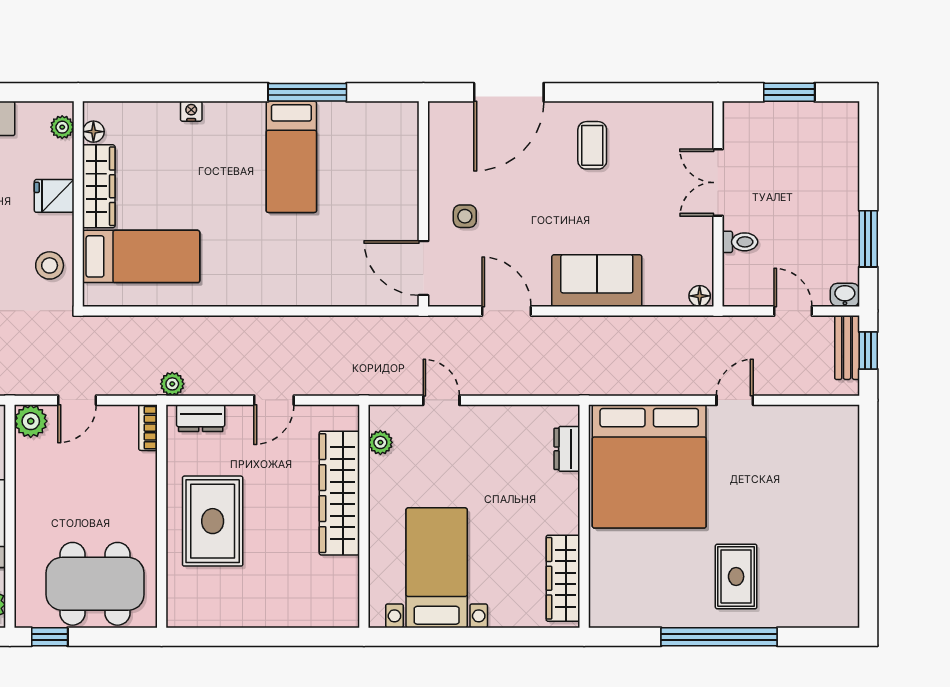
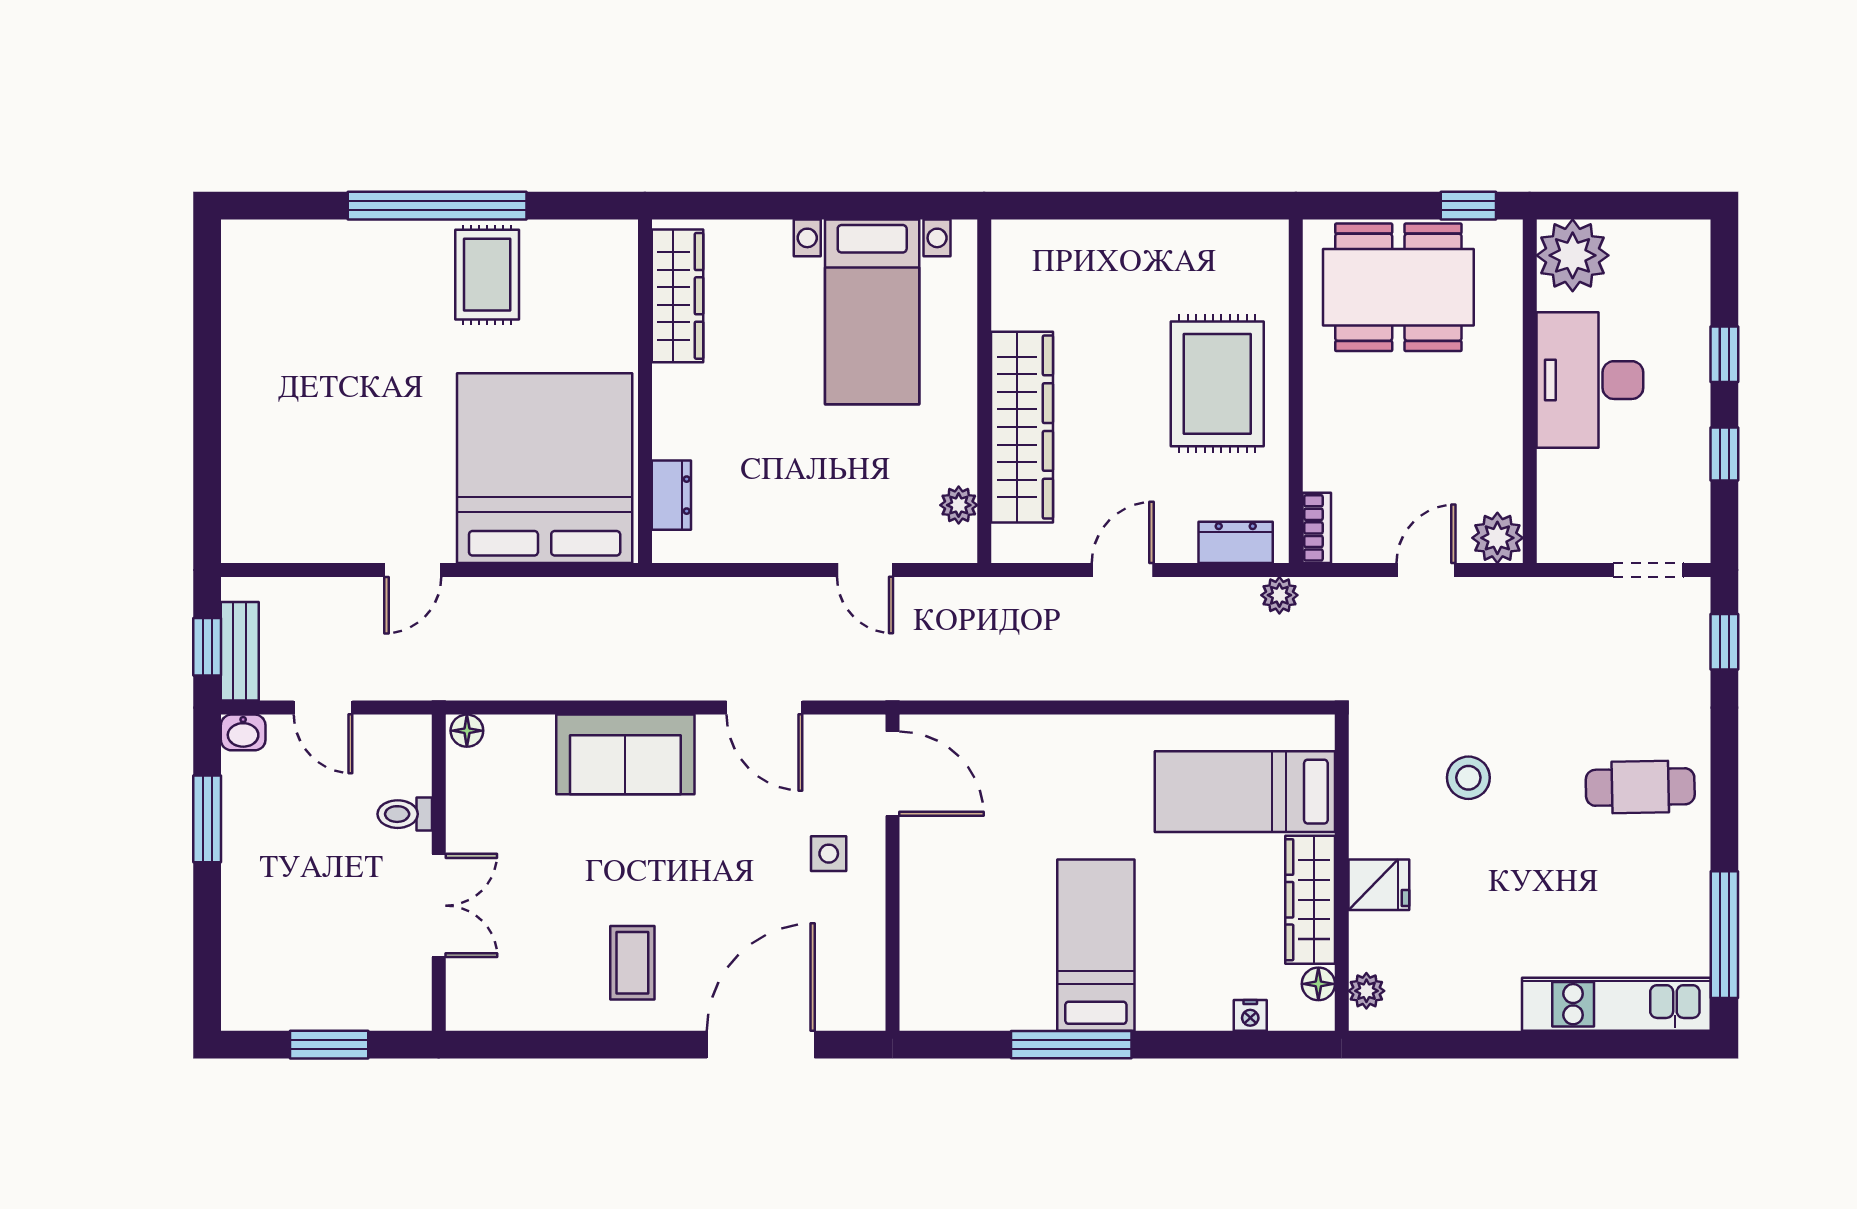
plant: (62, 127) -> (1366, 991), moved
floor lamp: (93, 132) -> (1318, 984), moved
wardrobe: (99, 186) -> (1310, 900), moved
fridge: (54, 196) -> (1379, 885), moved
wall: (78, 204) -> (1342, 873), moved
bed: (141, 256) -> (1245, 792), moved
rug: (736, 577) -> (487, 275), moved

